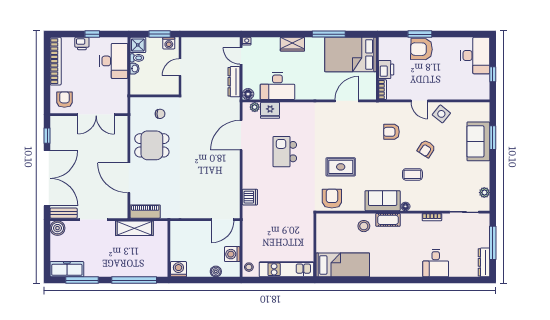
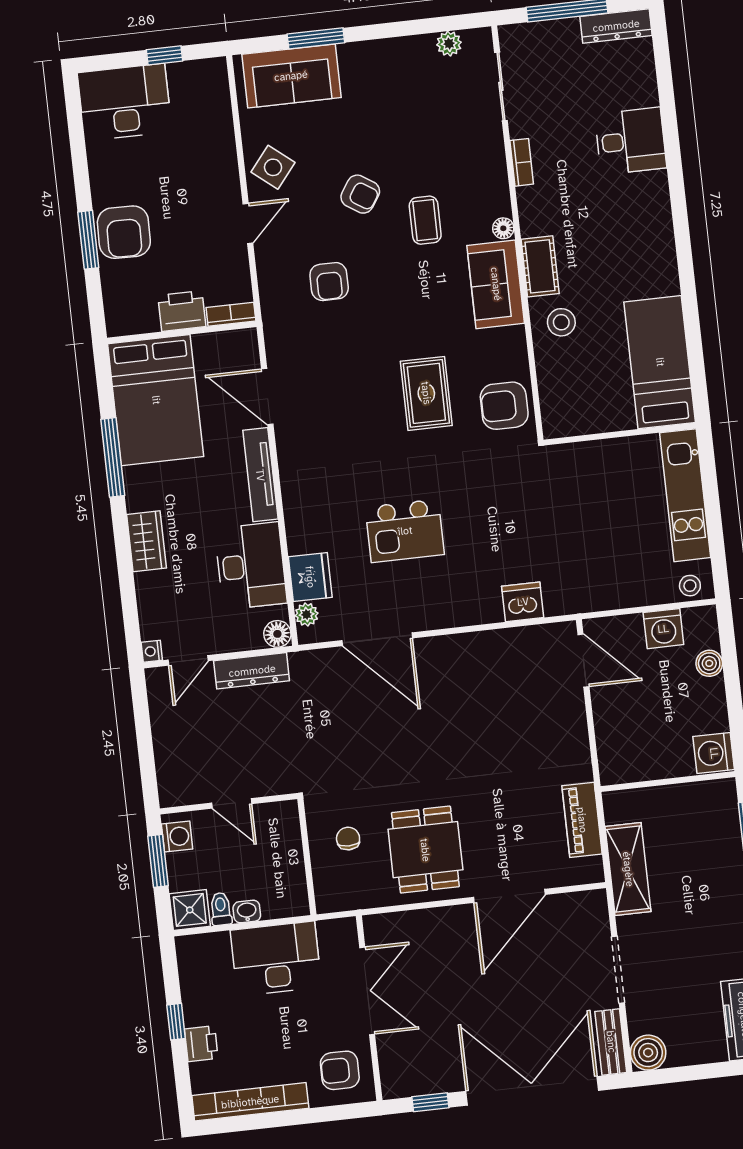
desk: (114, 61) -> (276, 959), moved
tv unit: (315, 94) -> (260, 475), added
sofa: (478, 141) -> (291, 76), moved
piano: (145, 212) -> (582, 820), moved

